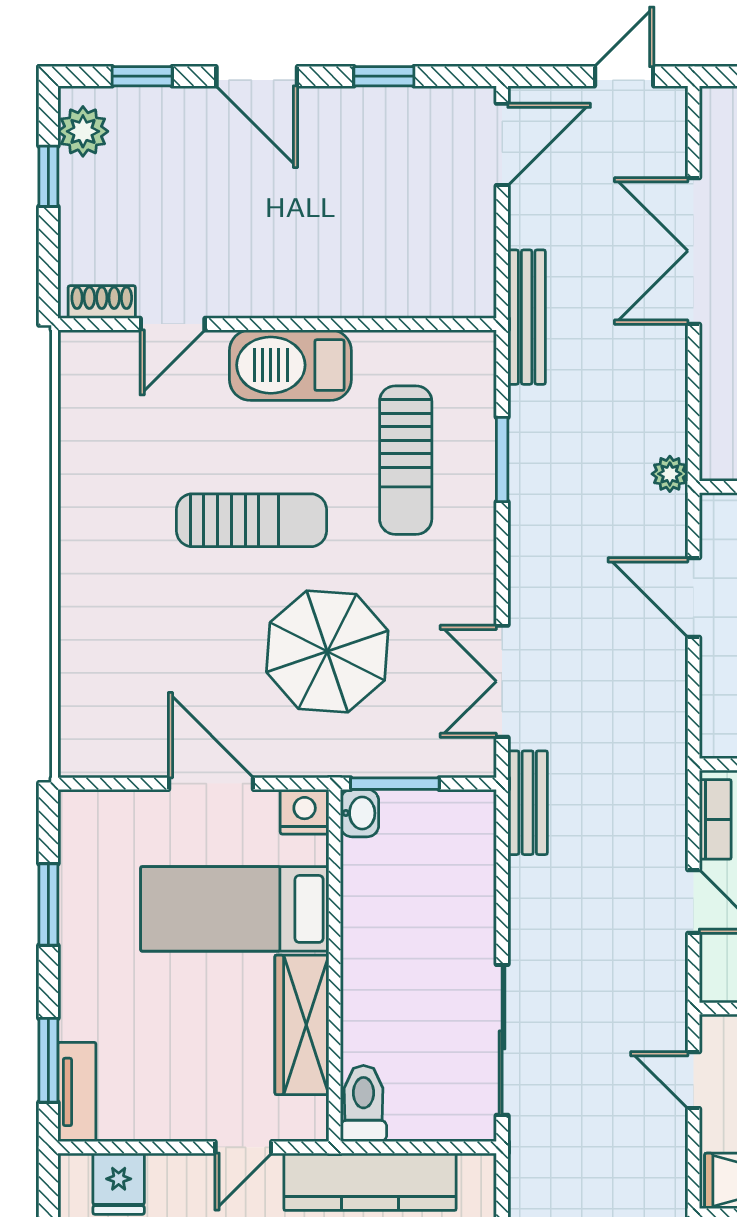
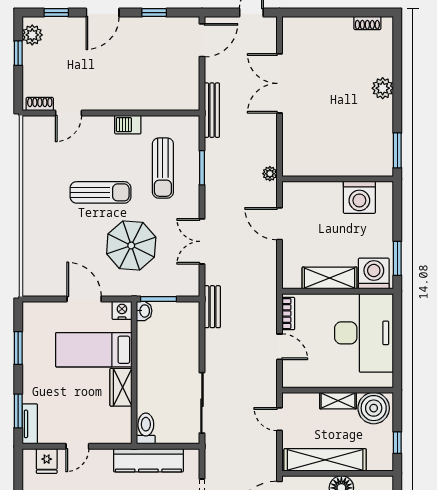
door: (257, 76) -> (103, 13), hinge flipped
barbecue: (290, 365) -> (128, 125), width x0.53, depth x0.65
double door: (502, 681) -> (202, 241), moved
wardrobe: (302, 1025) -> (121, 387), width x0.67
door: (243, 1147) -> (77, 446), moved

